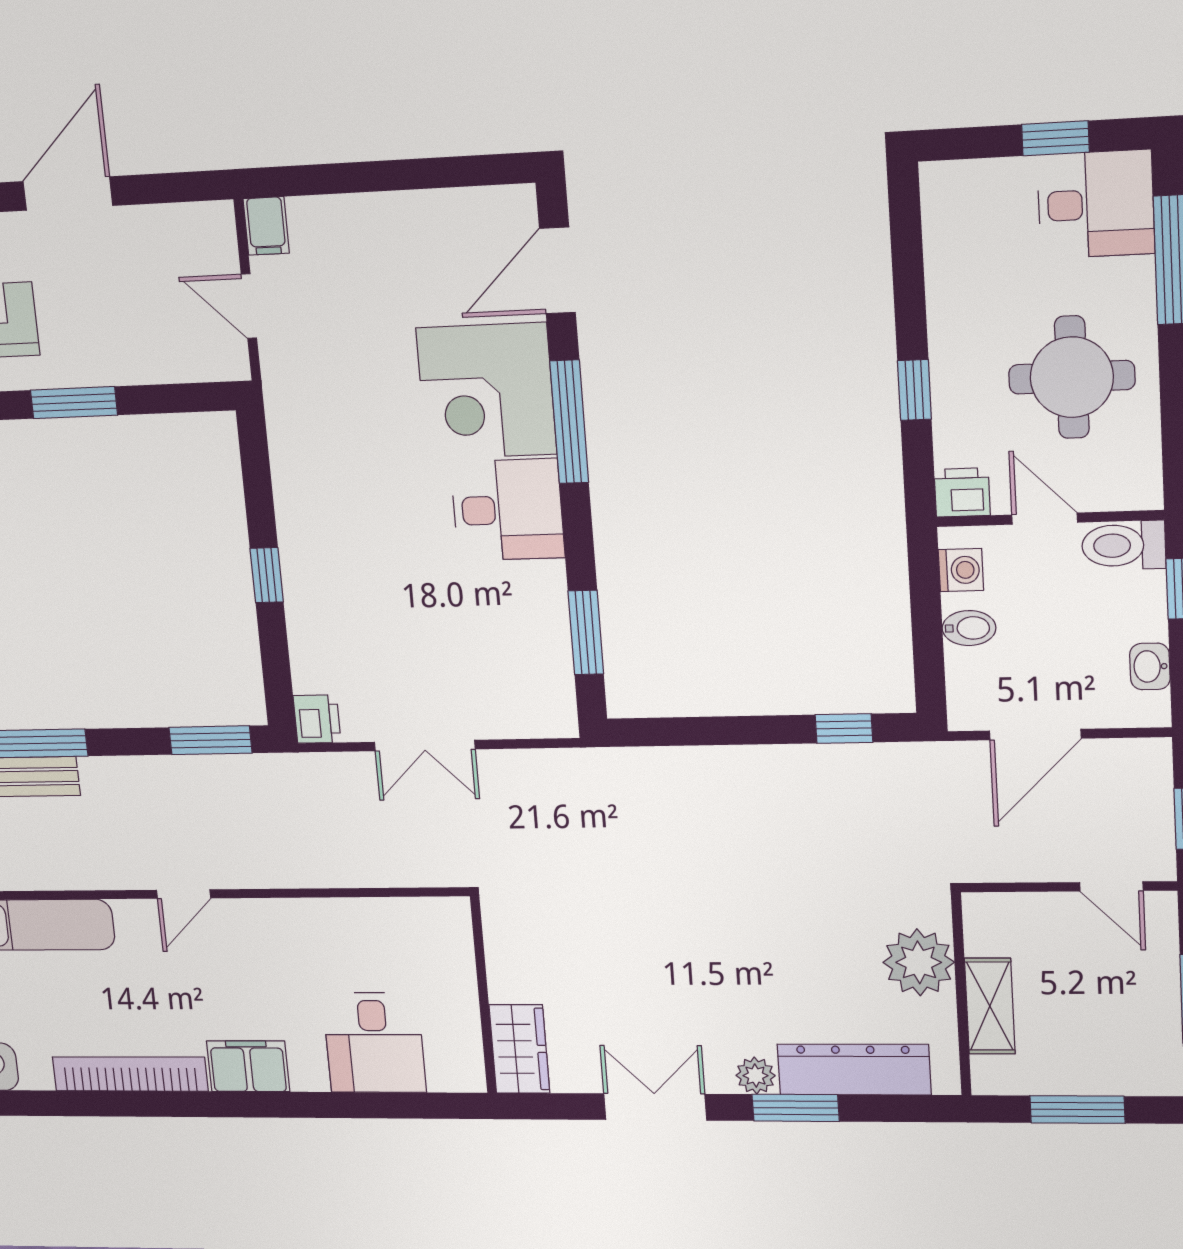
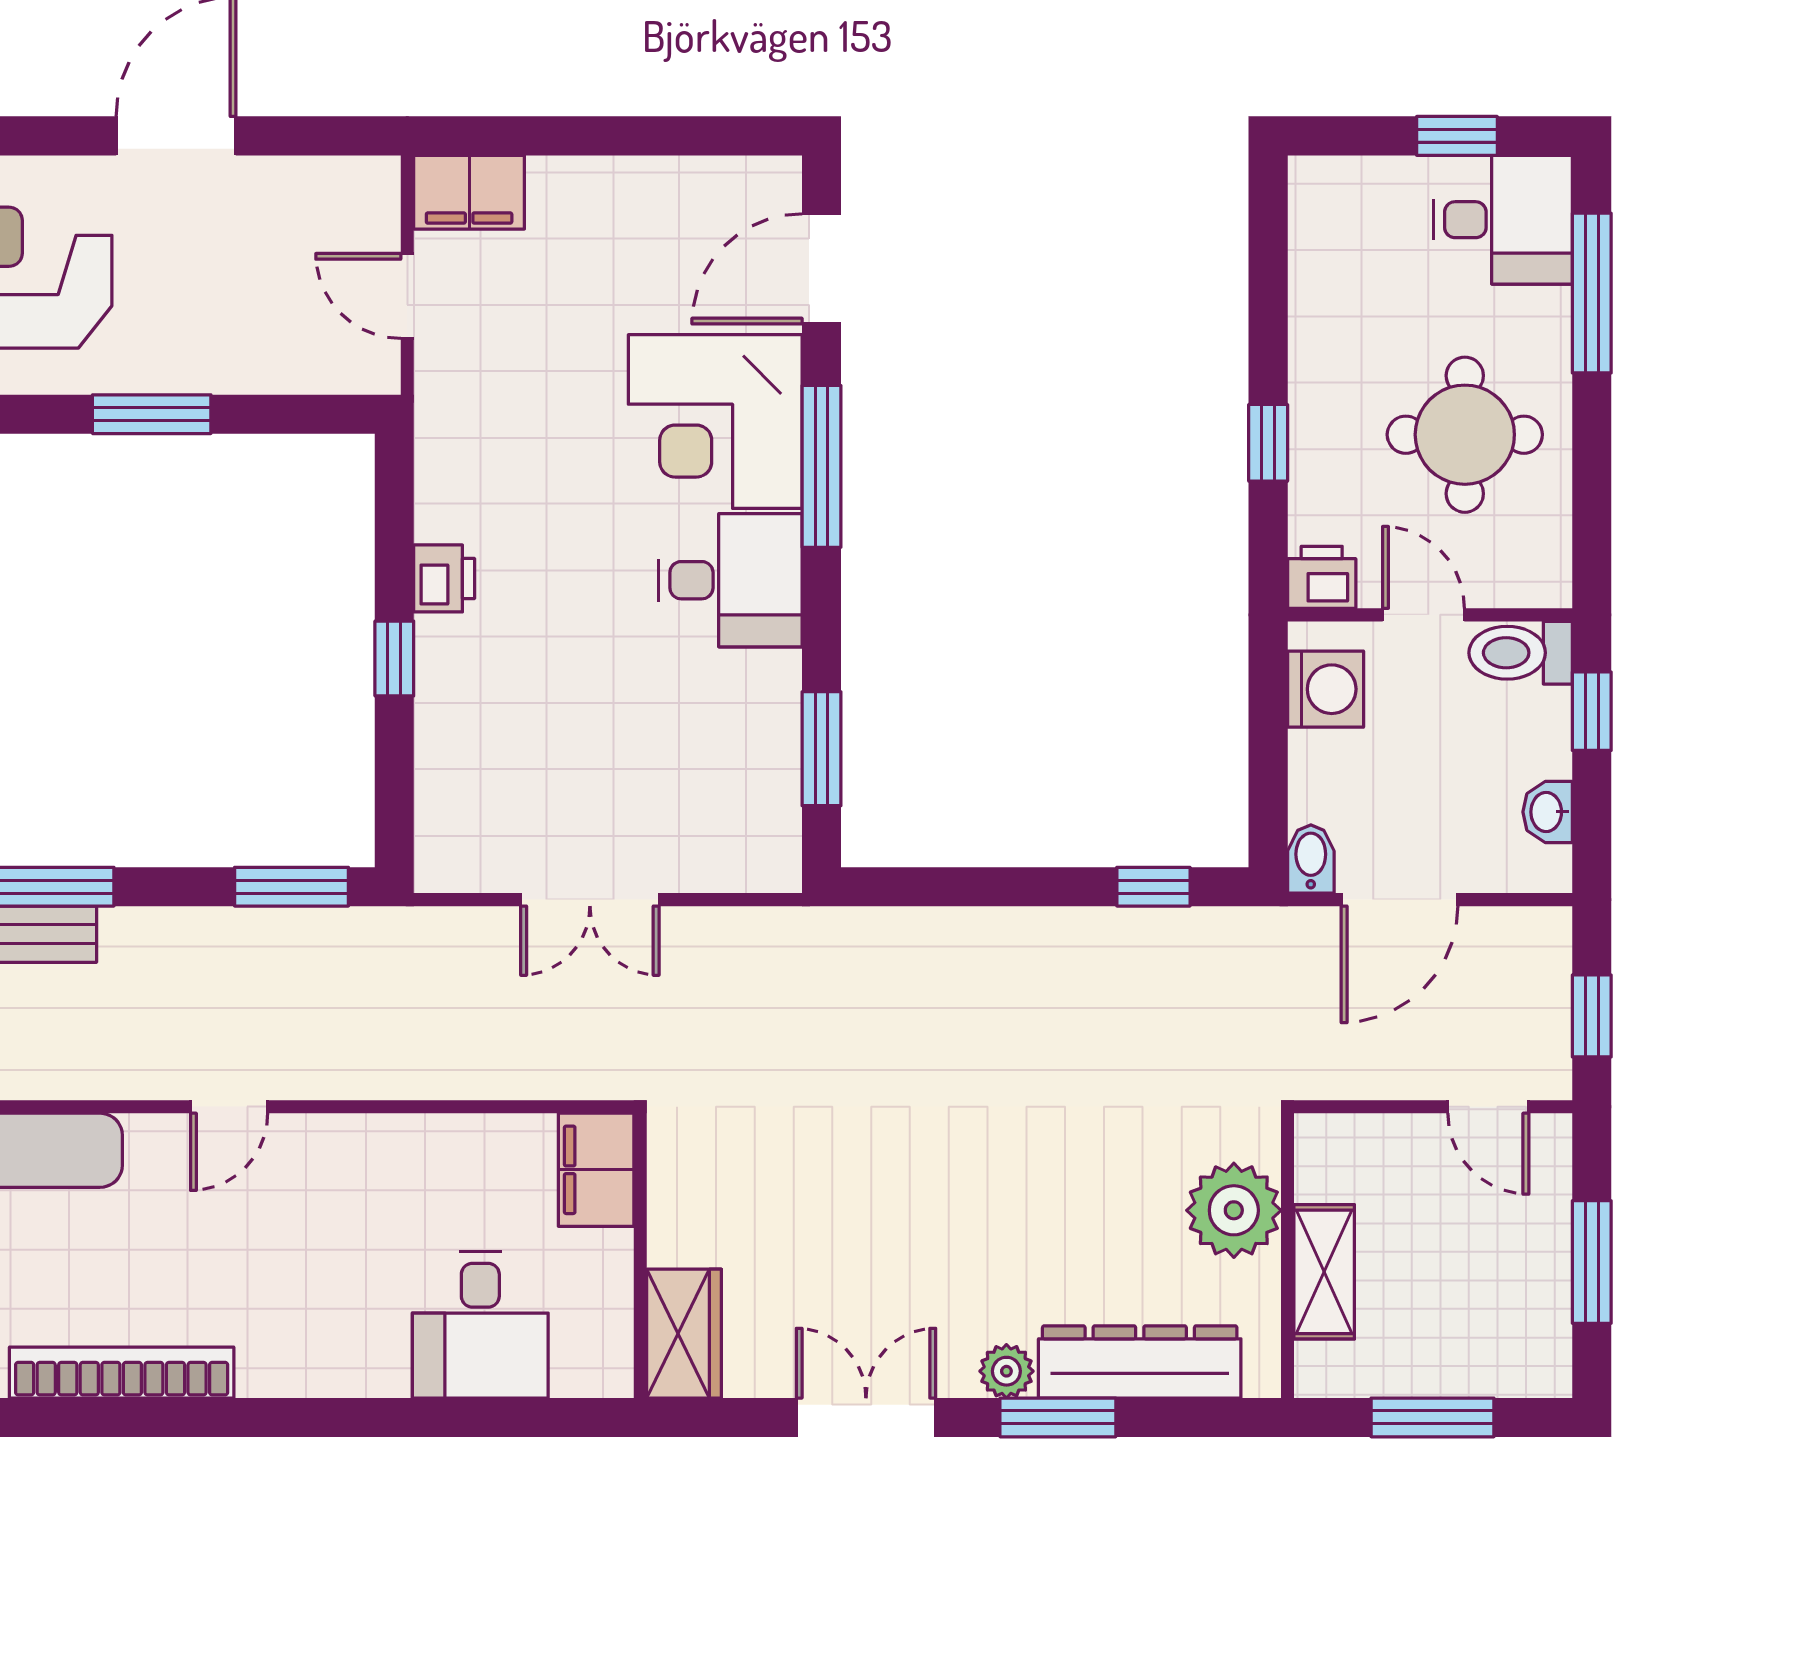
filing cabinet: (266, 226) -> (469, 192), width x2.00
washing machine: (961, 570) -> (1326, 689), width x1.38, depth x1.38
bidet: (969, 628) -> (1311, 859), moved, turned -90
printer: (317, 719) -> (444, 578), moved
filing cabinet: (248, 1066) -> (596, 1170), moved, turned -90

